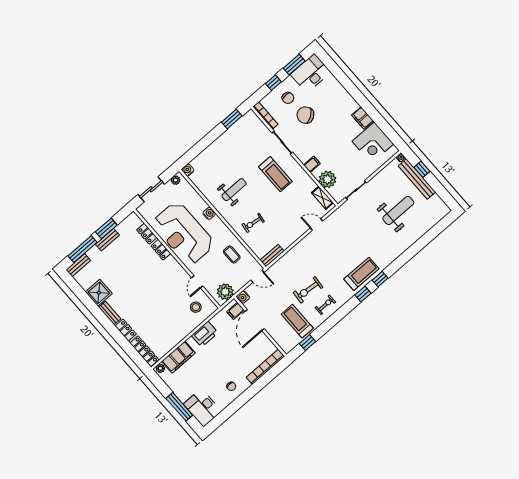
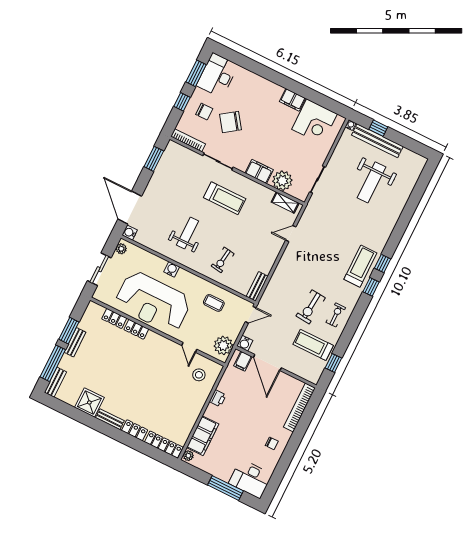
door: (196, 150) -> (130, 208), added
filing cabinet: (312, 164) -> (259, 171), width x2.00
weight bench: (398, 210) -> (372, 182), turned 180
printer: (205, 334) -> (218, 398), width x0.53, depth x0.68

